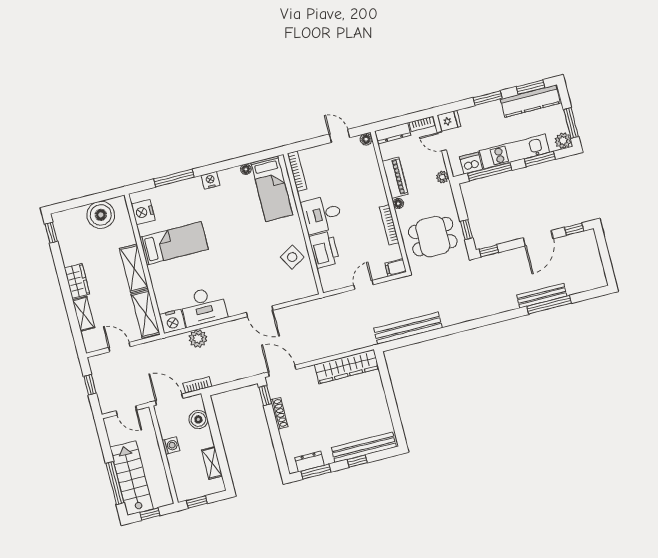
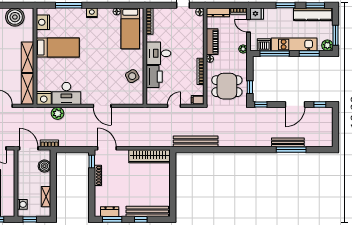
washing machine: (171, 446) -> (22, 204), moved

